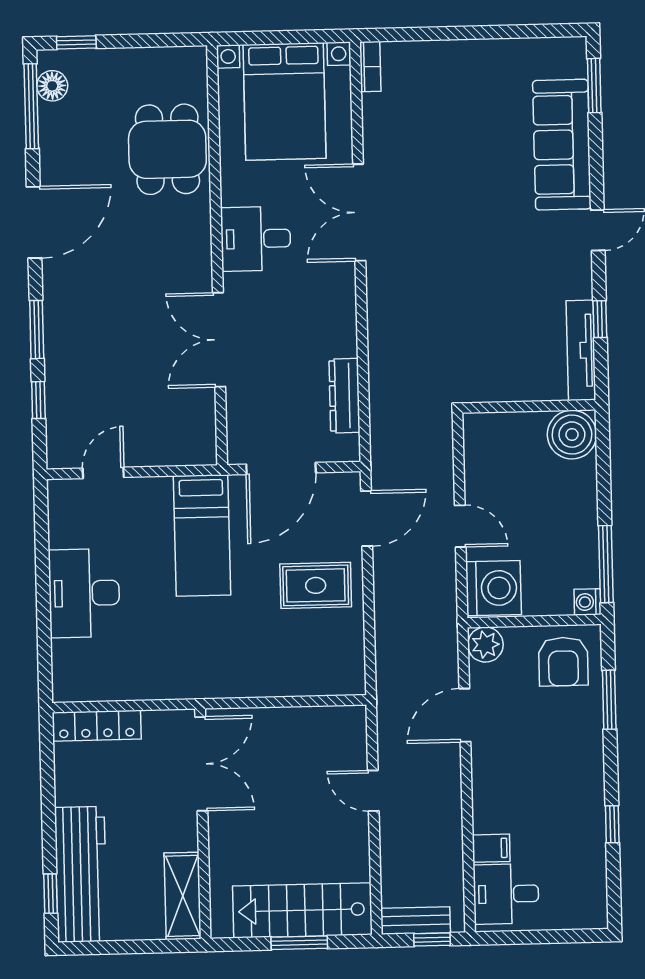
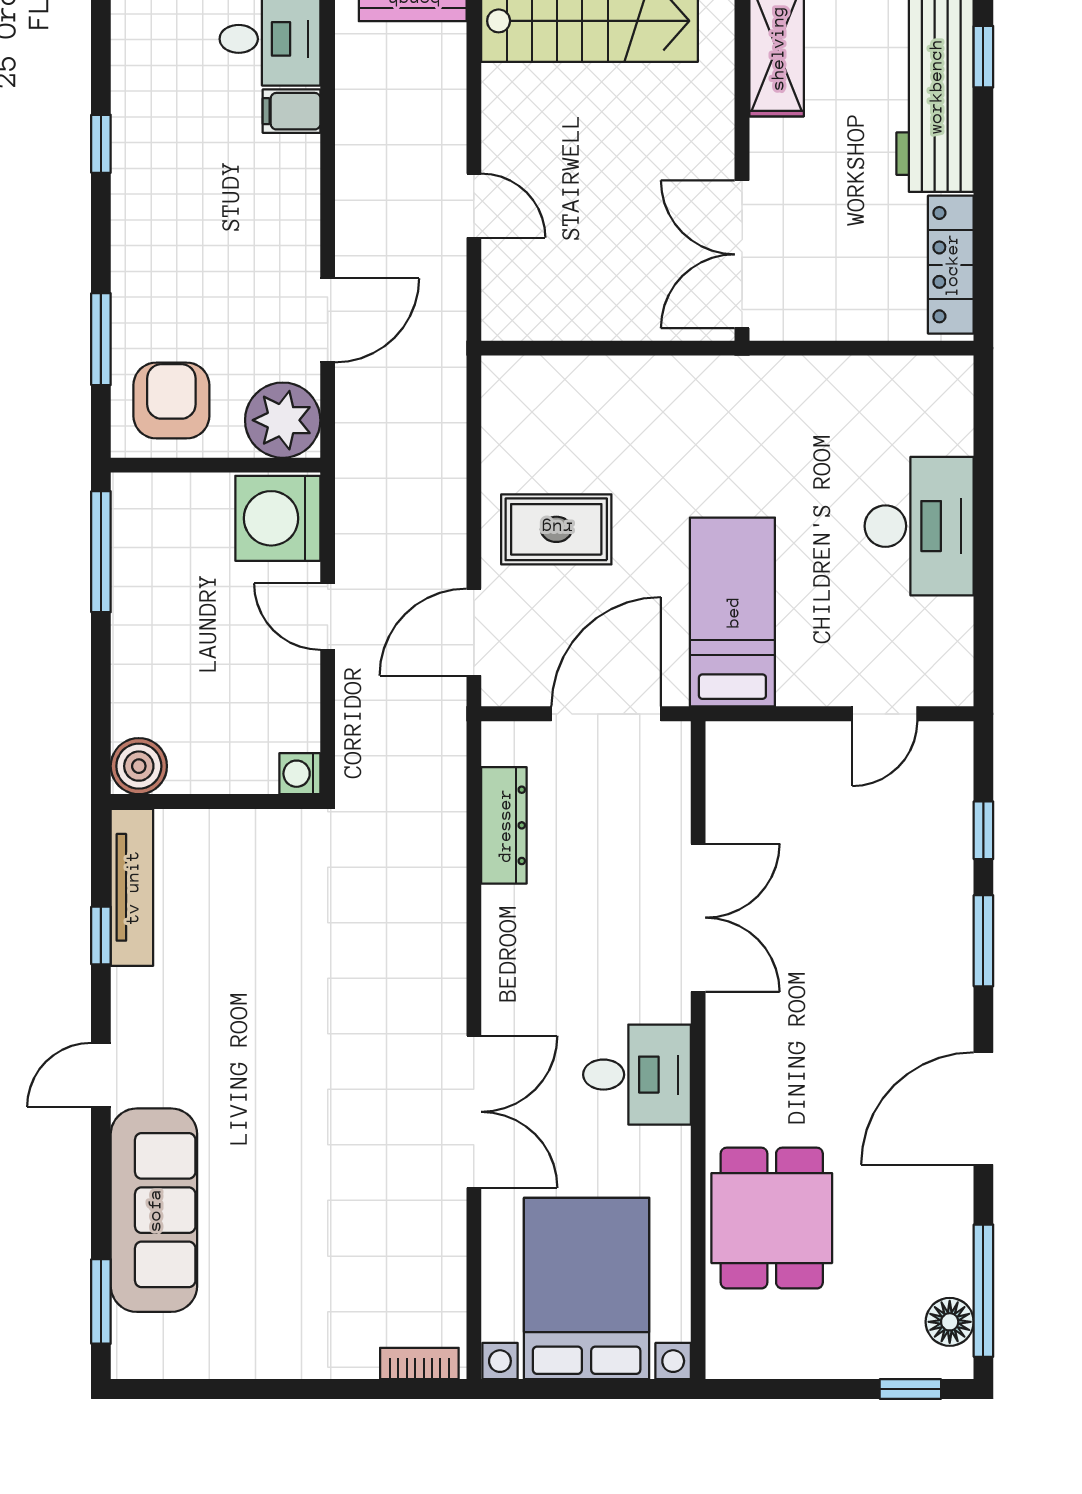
bookcase: (370, 67) -> (419, 1364), moved, turned 90
boiler: (572, 435) -> (139, 766), width x0.73, depth x0.73
washing machine: (587, 602) -> (300, 774), moved, turned 180
plant: (485, 645) -> (283, 420), width x1.36, depth x1.36
locker: (97, 726) -> (951, 265), moved, turned -90

